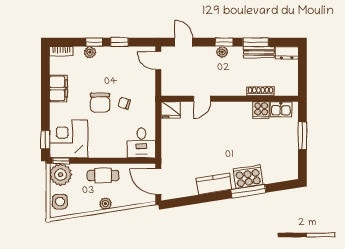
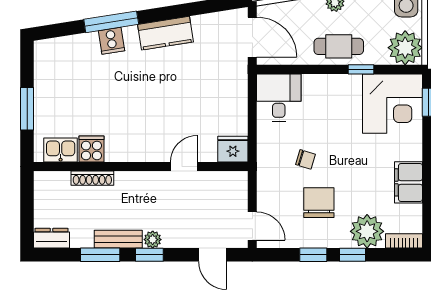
plant: (90, 52) -> (367, 231), width x1.88, depth x1.88
bench: (259, 52) -> (118, 239), moved
chair: (100, 103) -> (319, 203), moved
window: (61, 161) -> (361, 69), moved
cooker: (248, 177) -> (111, 41), width x0.53, depth x0.76

